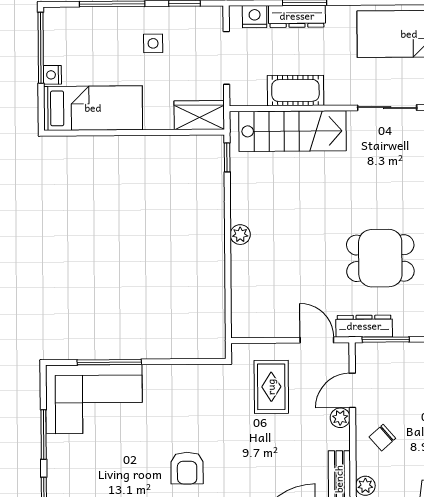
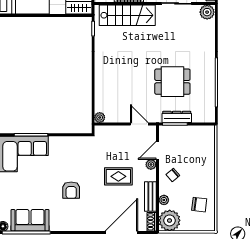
plant: (240, 235) -> (100, 117), moved
dresser: (364, 326) -> (177, 117), moved
rug: (271, 387) -> (118, 176), moved, turned 90

